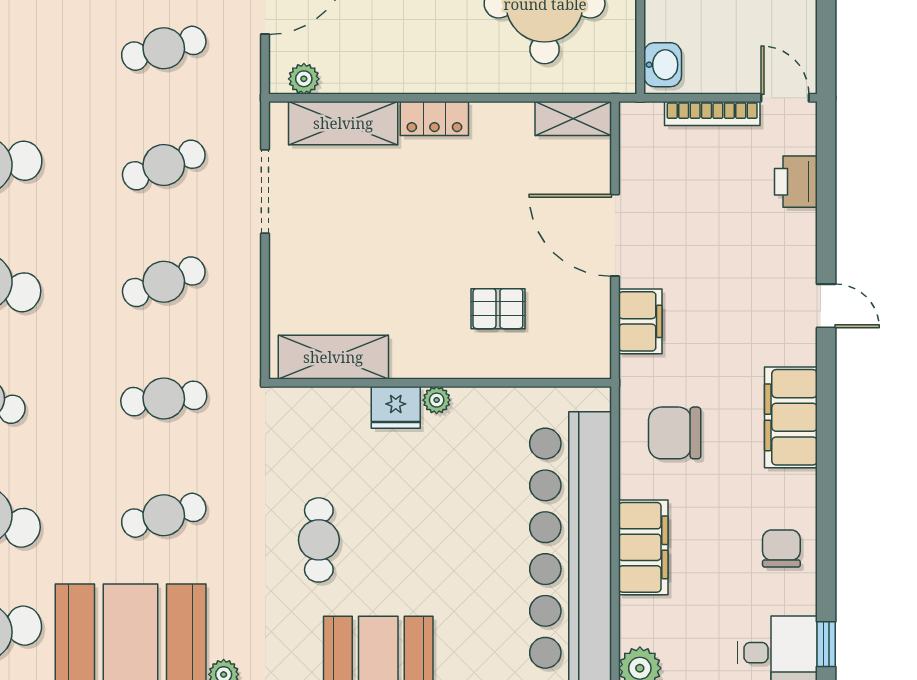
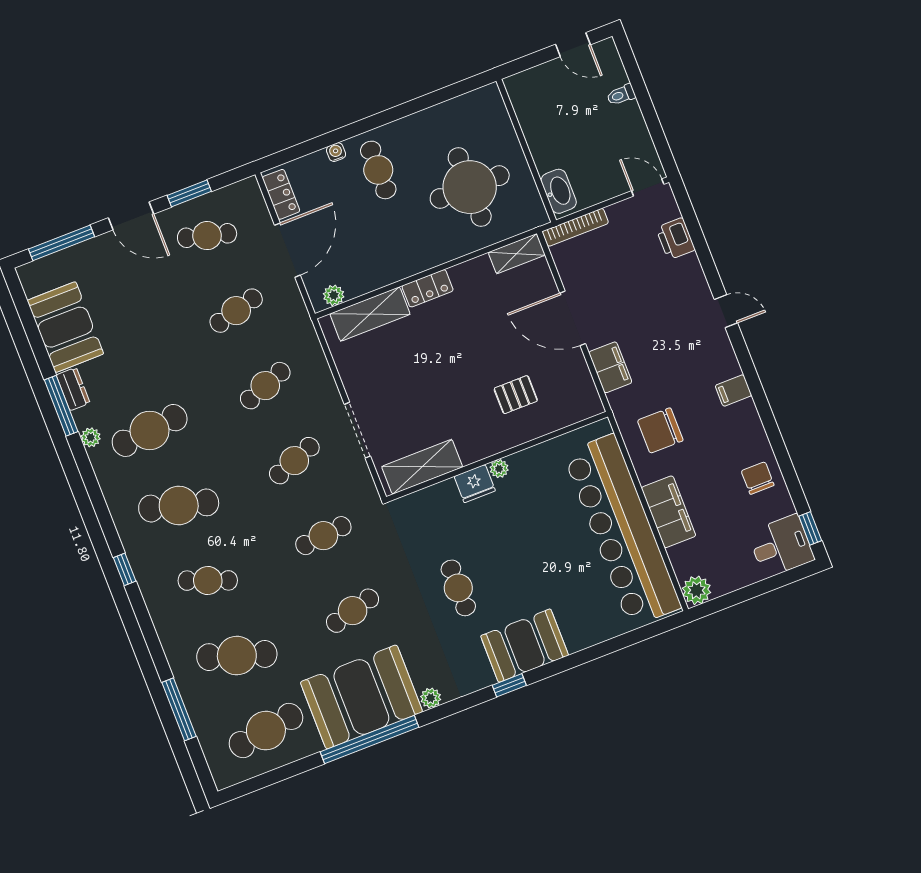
washbasin: (663, 65) -> (559, 191), width x1.38
bookcase: (712, 114) -> (575, 227), moved
doorway: (265, 191) -> (357, 430), moved
filing cabinet: (791, 417) -> (733, 391), width x0.33, depth x0.86

